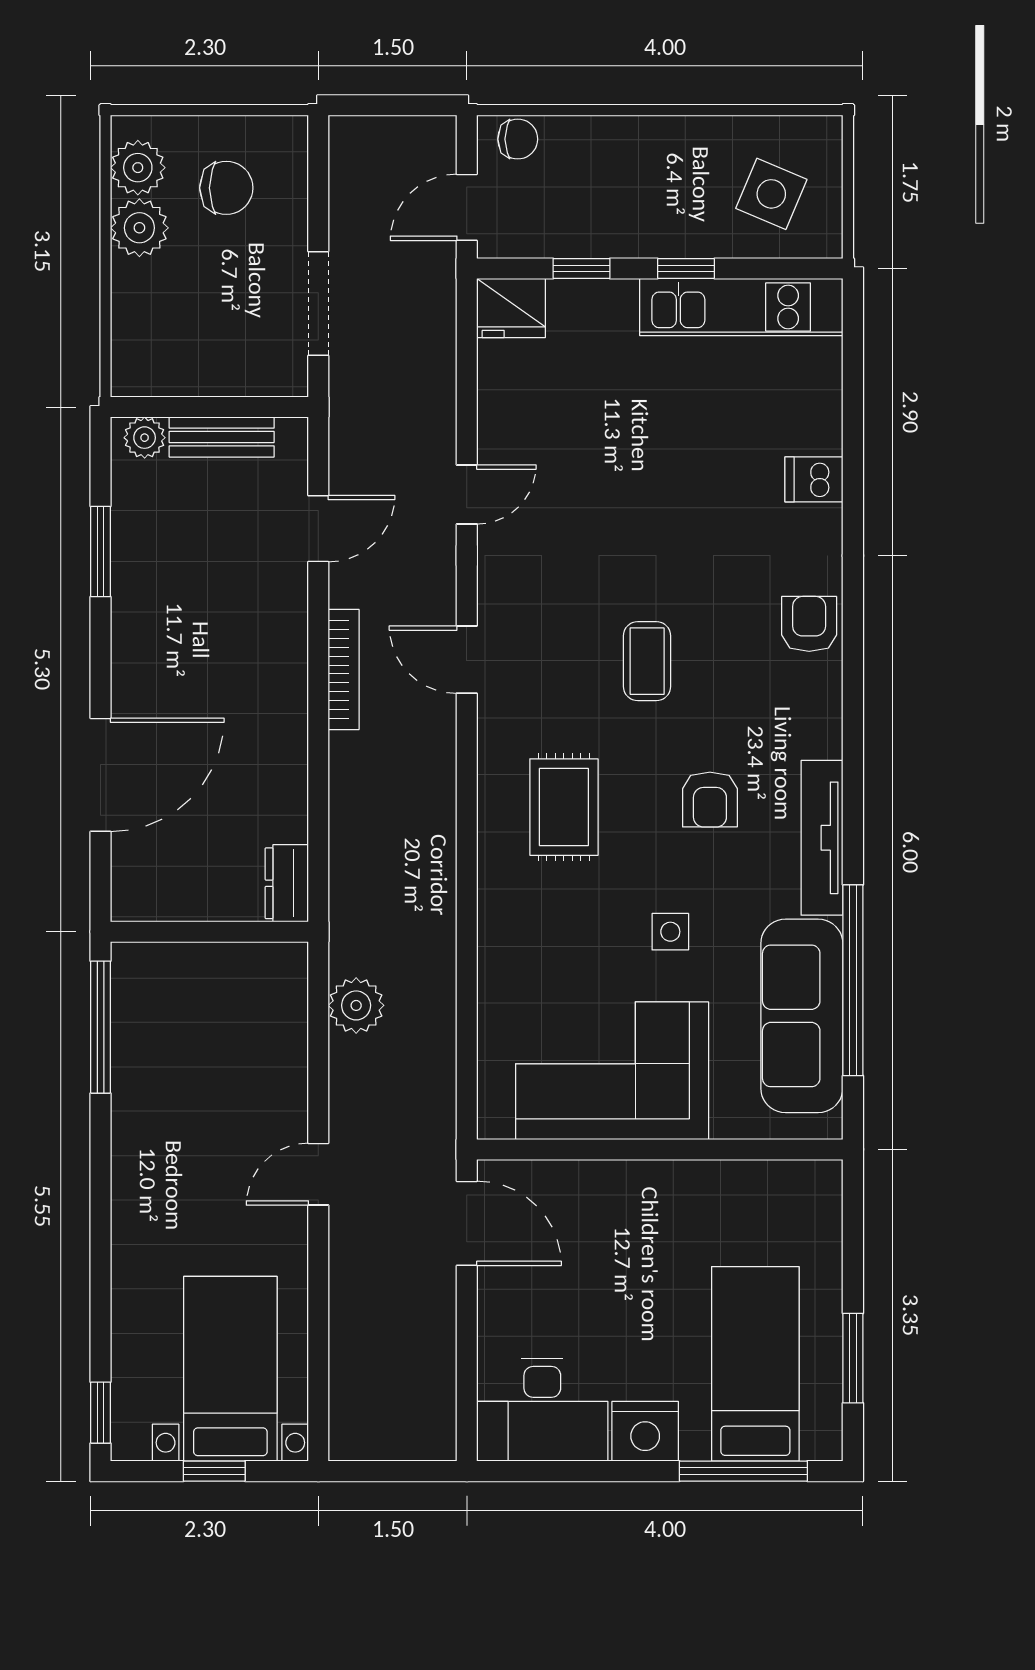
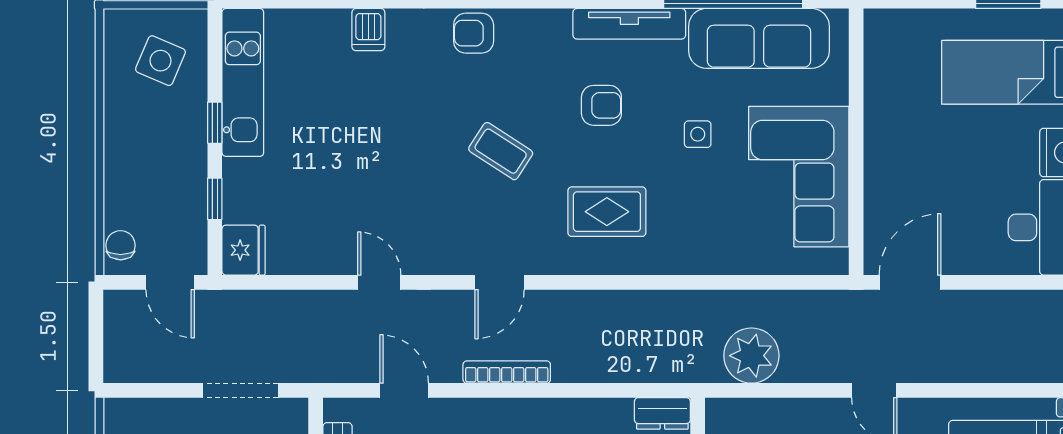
coffee table: (647, 661) -> (501, 151), turned 33
plant: (356, 1005) -> (751, 356), width x1.36, depth x1.36

